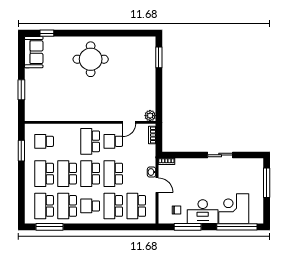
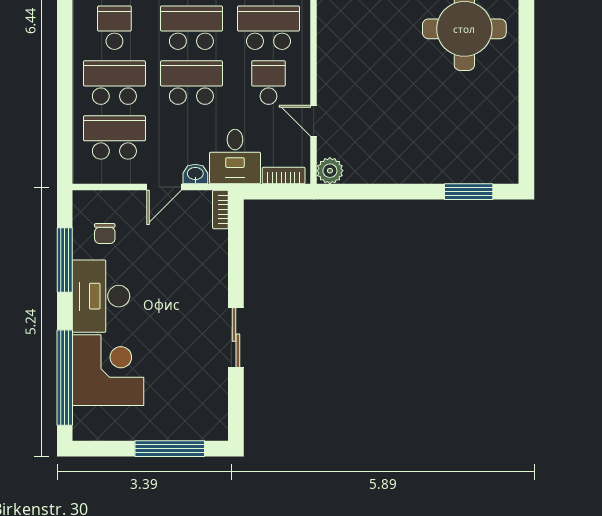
desk: (144, 155) -> (235, 157), added

